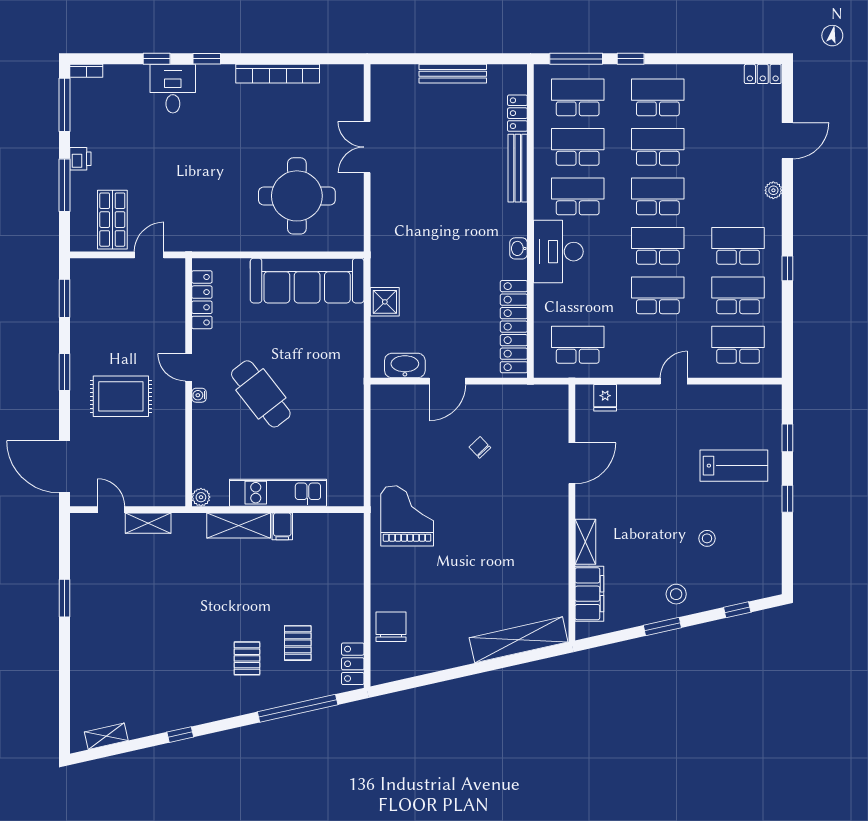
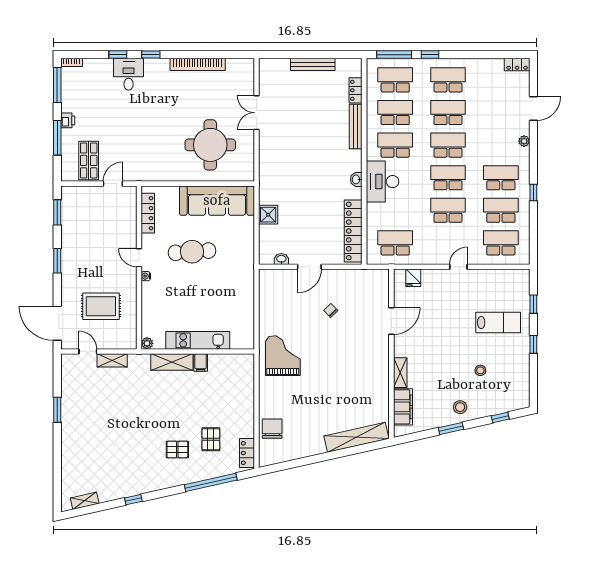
washbasin: (405, 365) -> (281, 259), width x0.52, depth x0.69
cafe table: (261, 394) -> (192, 252), moved, turned -56
rug: (121, 396) -> (101, 306), moved
pallet: (247, 658) -> (177, 449), turned 90

